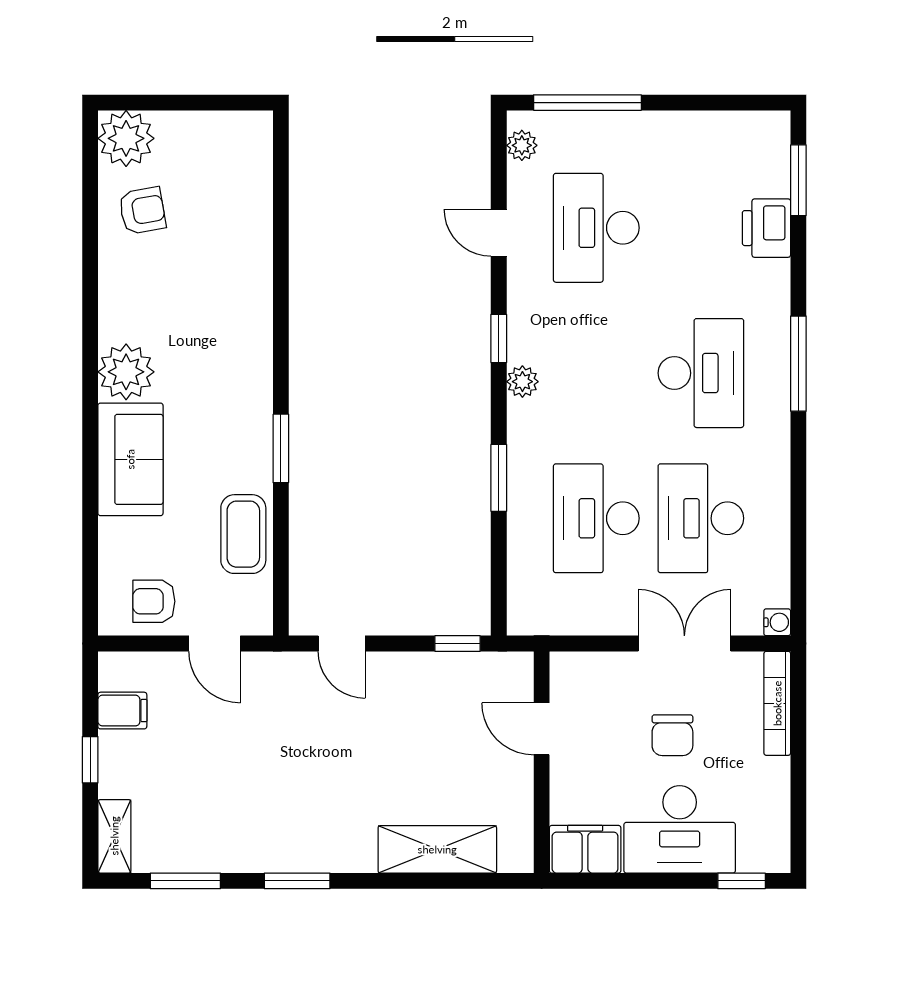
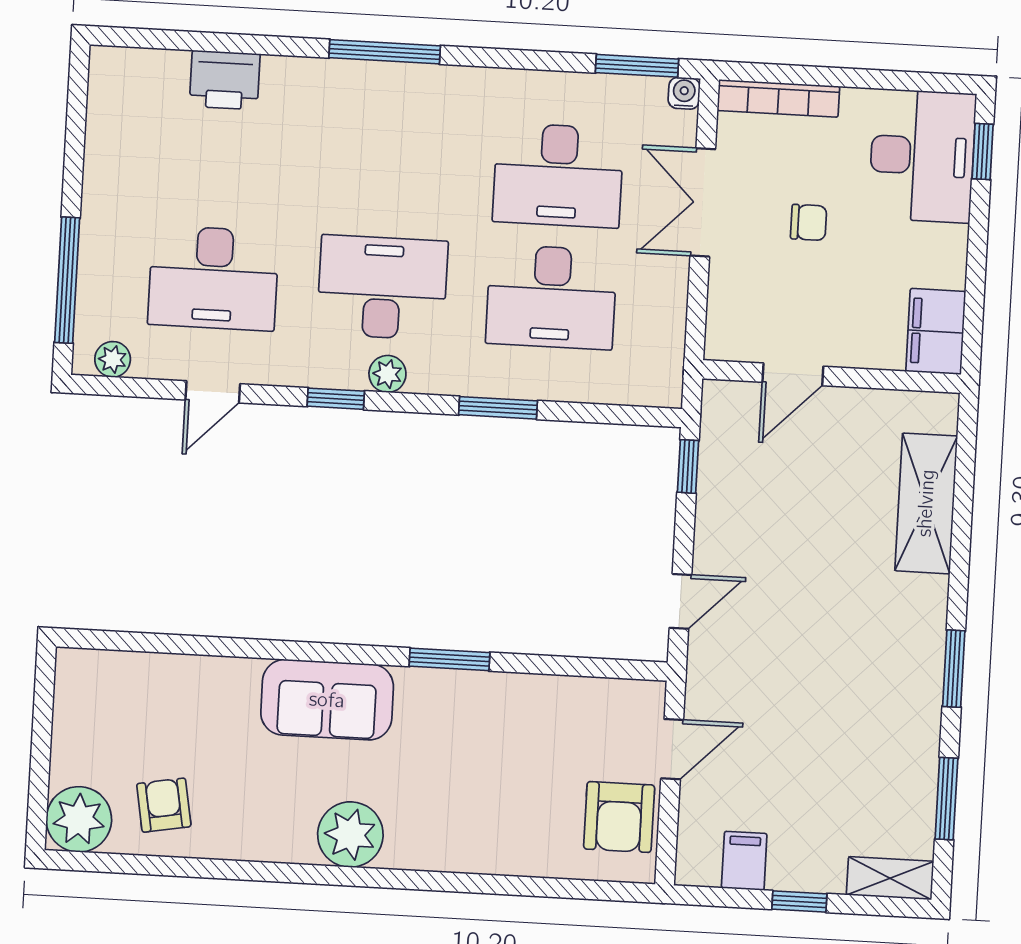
window: (798, 180) -> (637, 66), moved
desk: (701, 373) -> (382, 288), moved
sofa: (130, 459) -> (327, 700), moved, turned 180
coffee table: (243, 534) -> (547, 709), removed
armchair: (154, 601) -> (619, 817), width x1.38, depth x1.38
chair: (672, 735) -> (809, 222), width x0.73, depth x0.73
desk: (680, 829) -> (922, 156), moved

